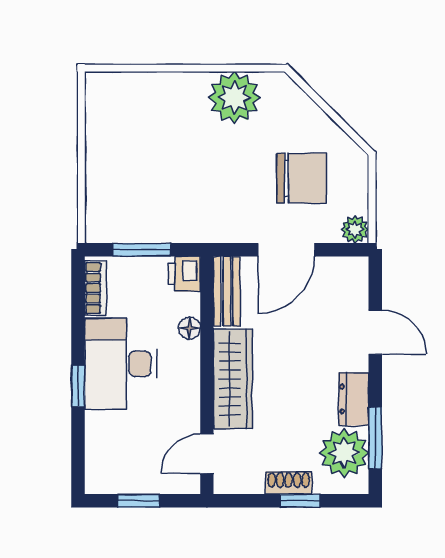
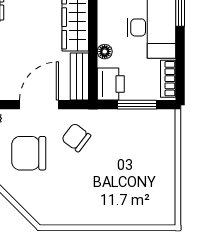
plant: (234, 97) -> (74, 208), removed
chair: (232, 201) -> (76, 137), added
printer: (184, 274) -> (111, 84), width x1.36, depth x1.24

